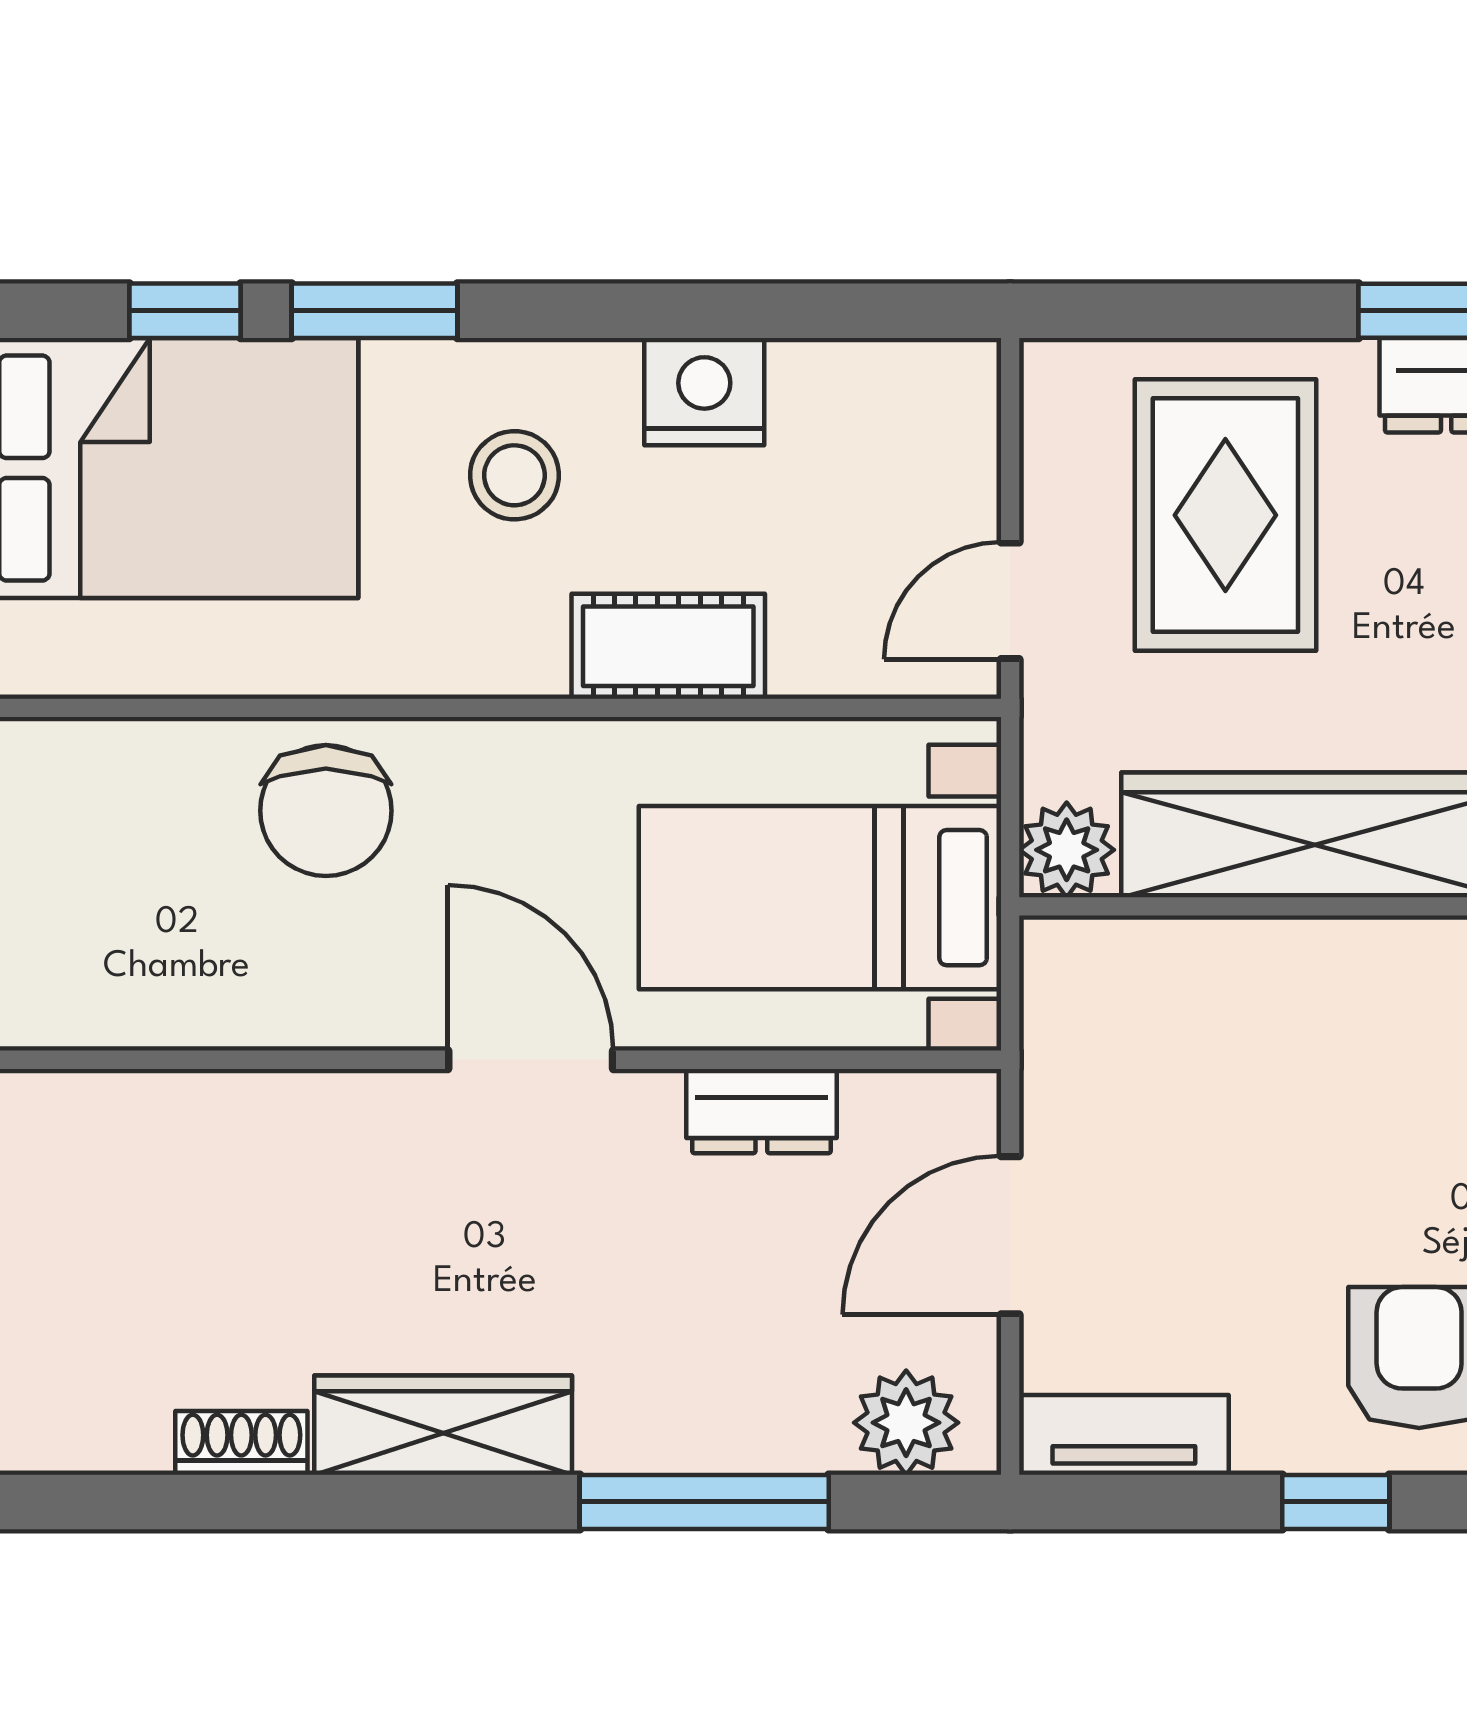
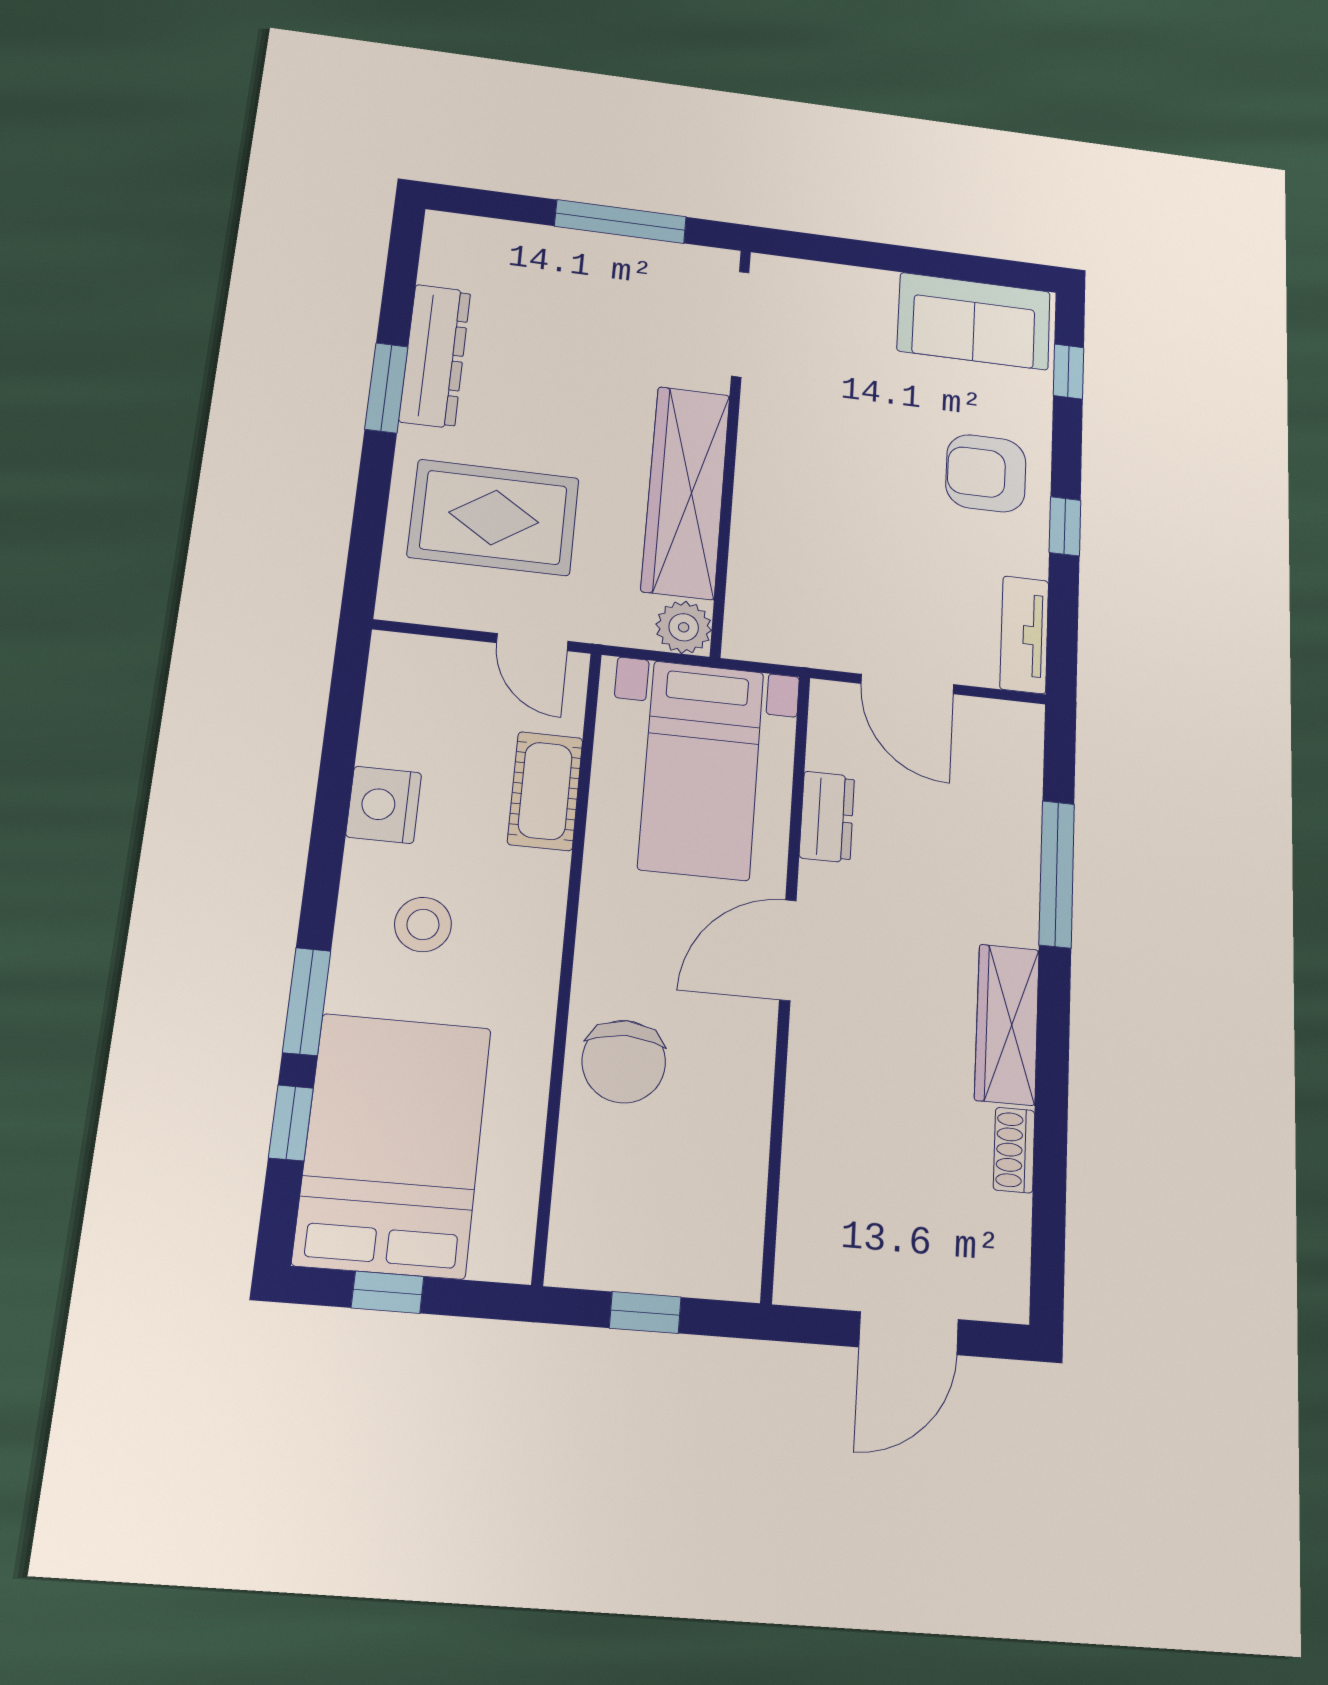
cot: (668, 646) -> (545, 791), moved
chair: (326, 811) -> (624, 1062), turned 90
plant: (906, 1423) -> (1014, 754), removed

